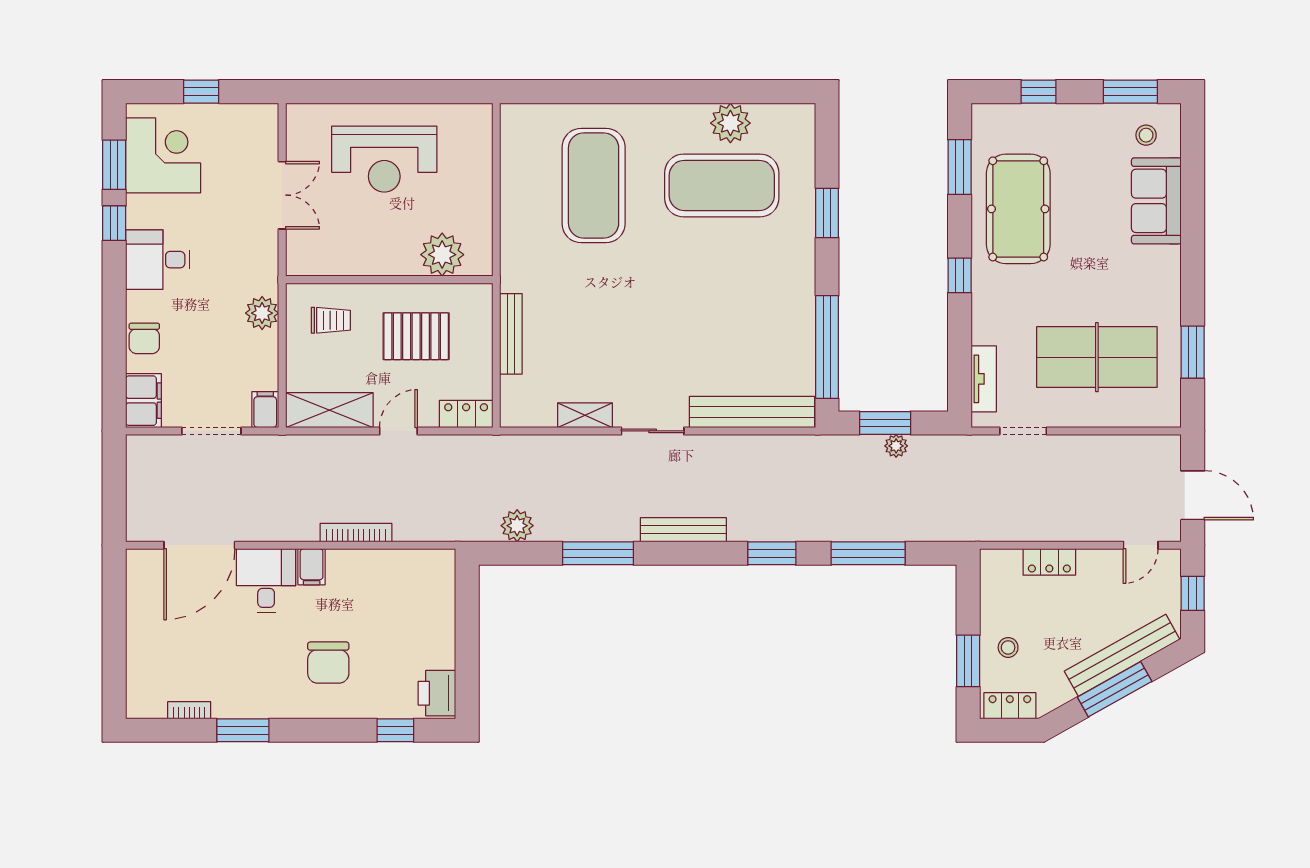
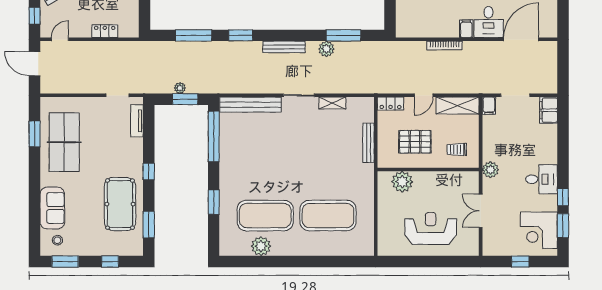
exercise mat: (594, 185) -> (328, 216), turned 90
plant: (262, 313) -> (490, 170), moved
chair: (144, 338) -> (548, 141), removed
table tennis table: (1097, 357) -> (64, 142), moved, turned 90
plant: (517, 526) -> (326, 49), moved
window: (598, 553) -> (343, 35), moved

